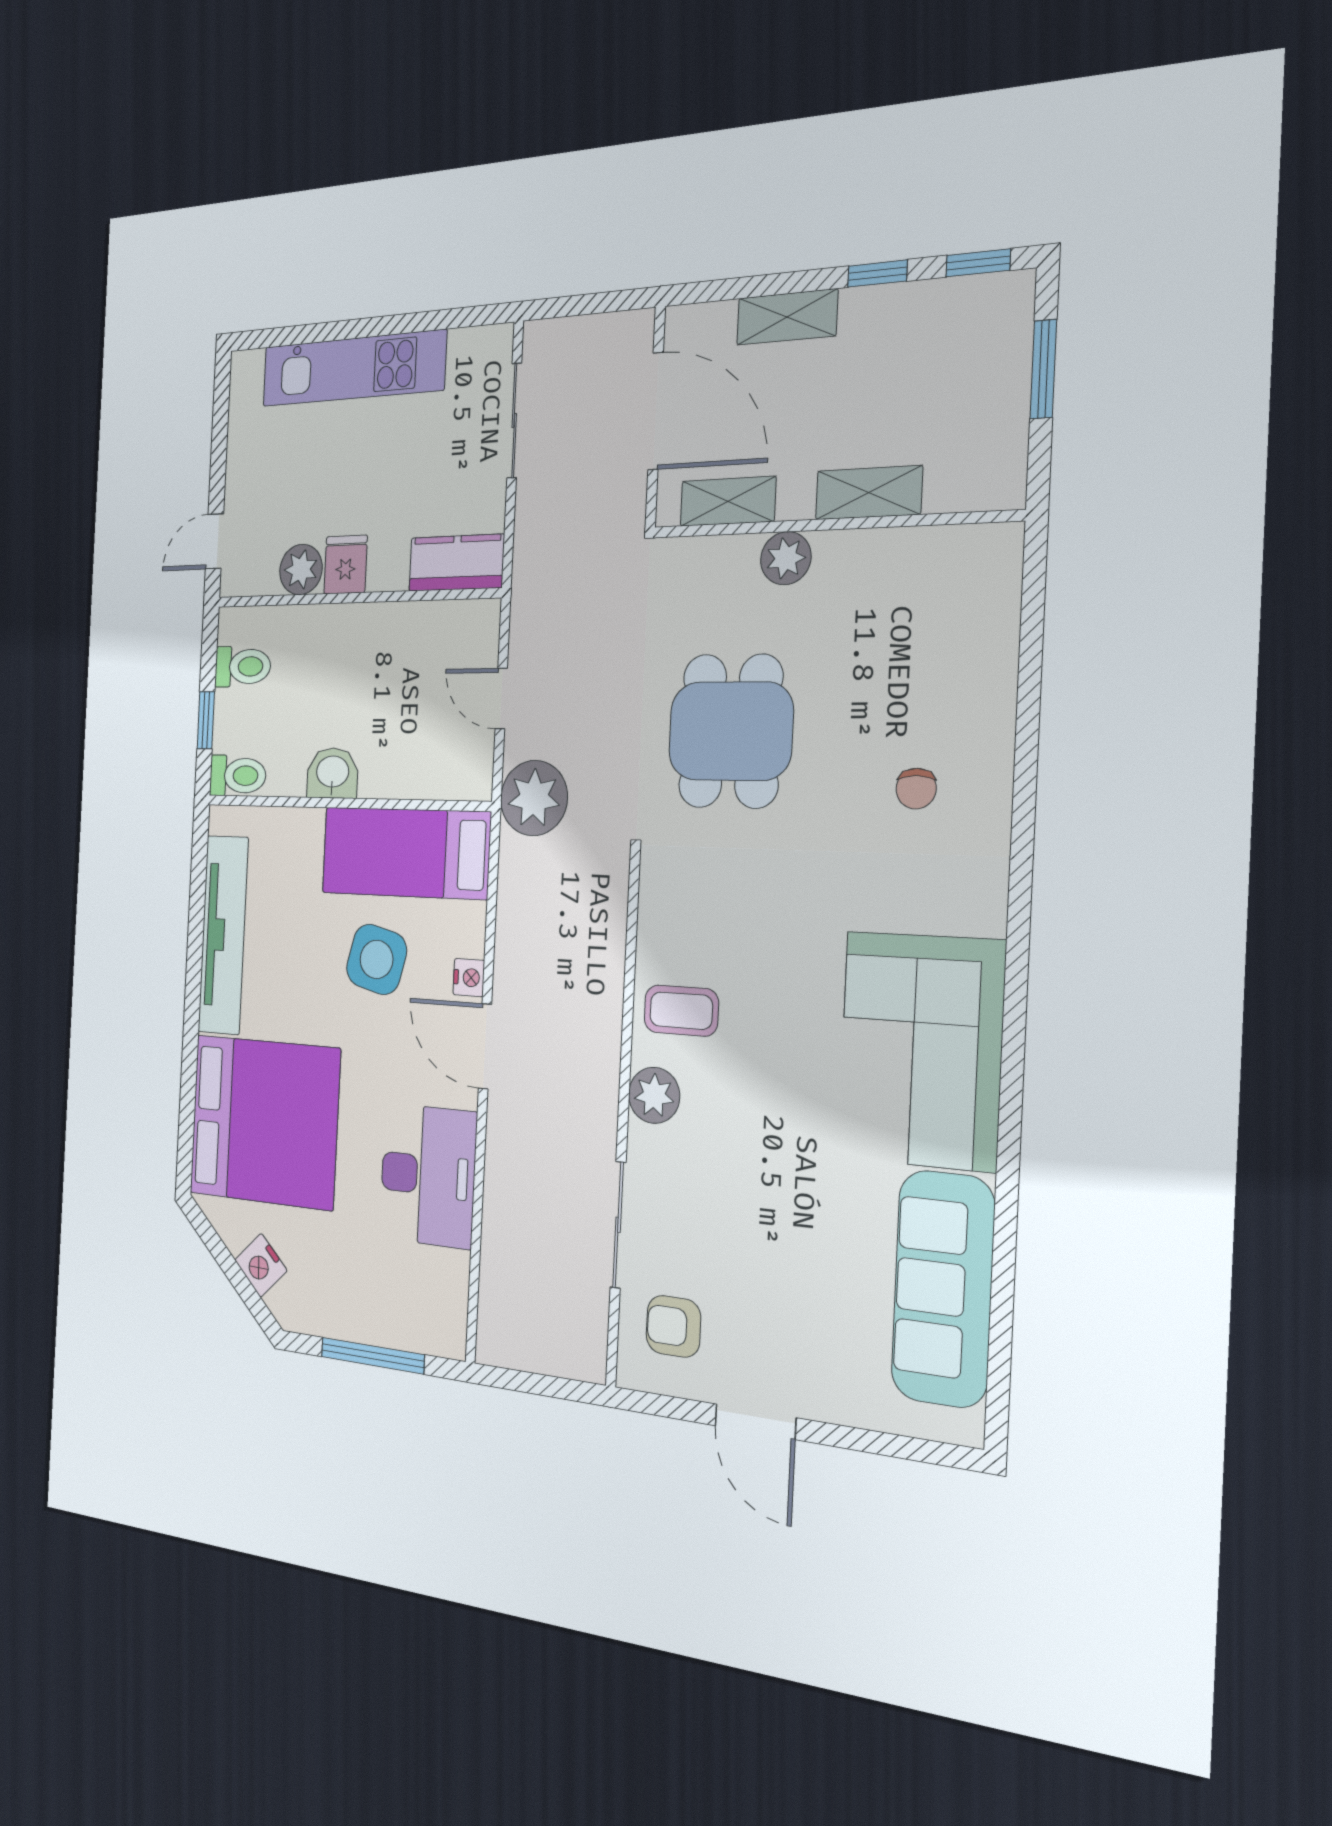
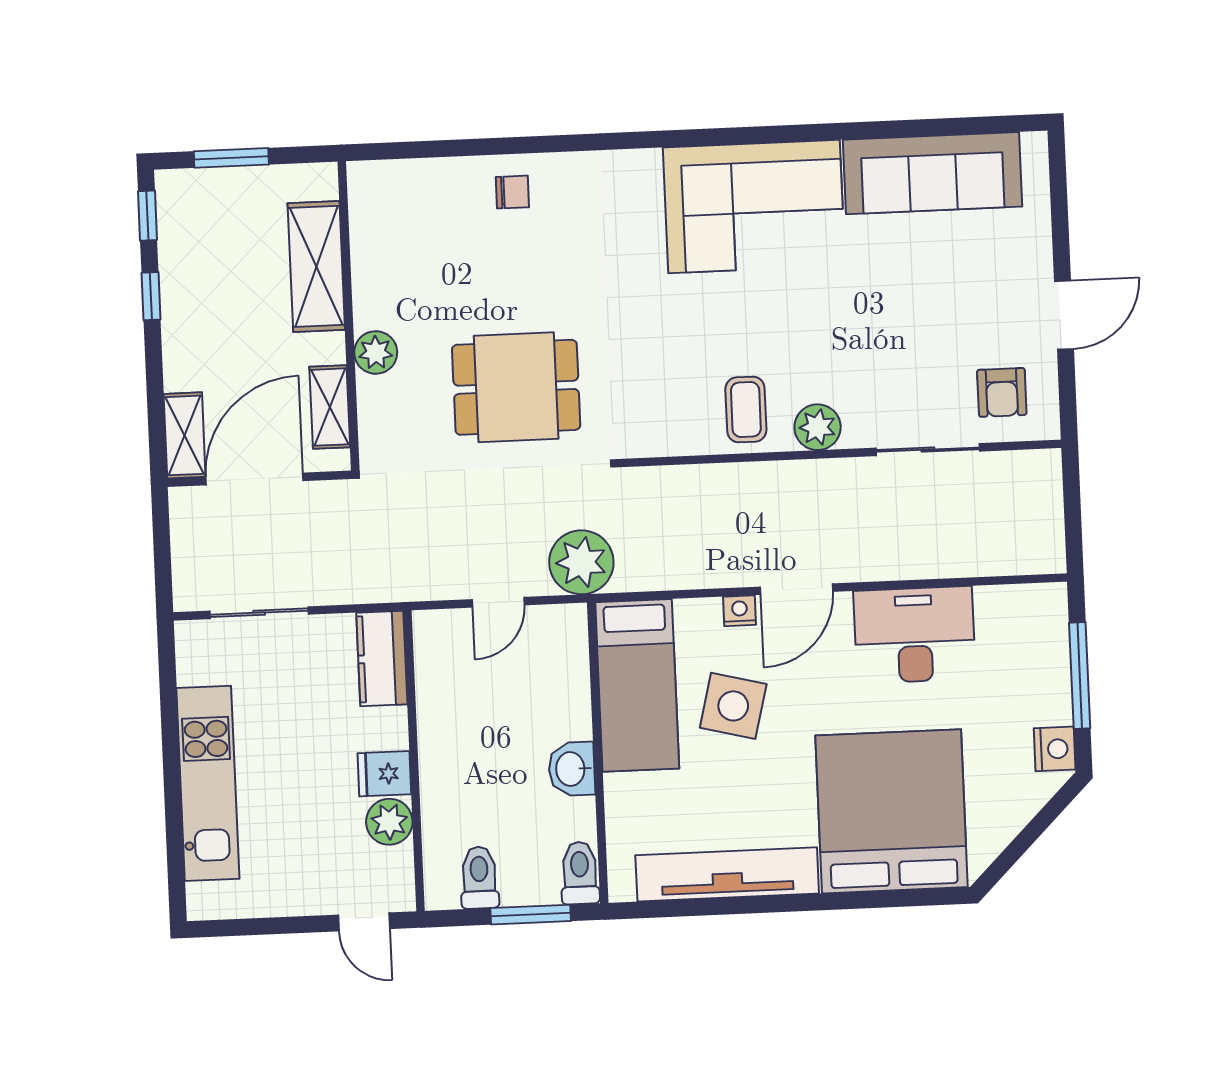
shelving: (787, 317) -> (185, 435), moved
shelving: (869, 493) -> (316, 266), width x1.50, depth x1.33
window: (206, 720) -> (531, 915), width x1.50
chair: (916, 789) -> (512, 192), moved
nightstand: (261, 1265) -> (1055, 749), moved, turned -45

